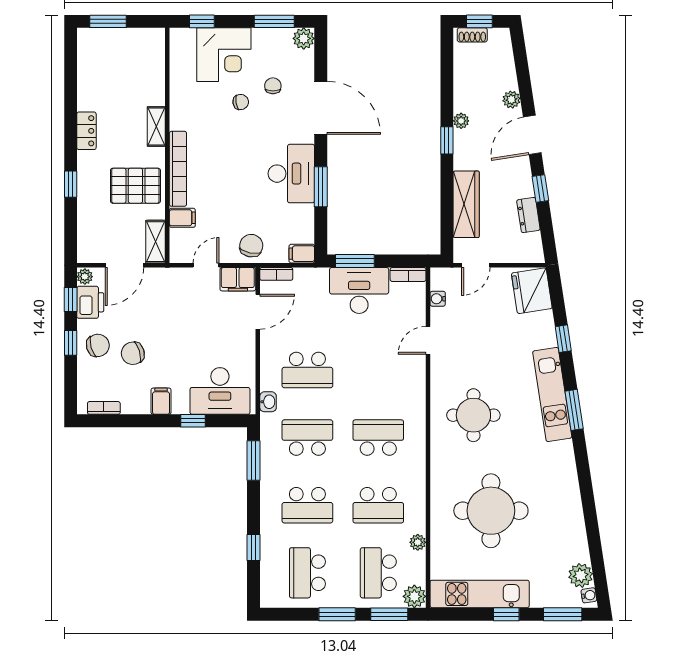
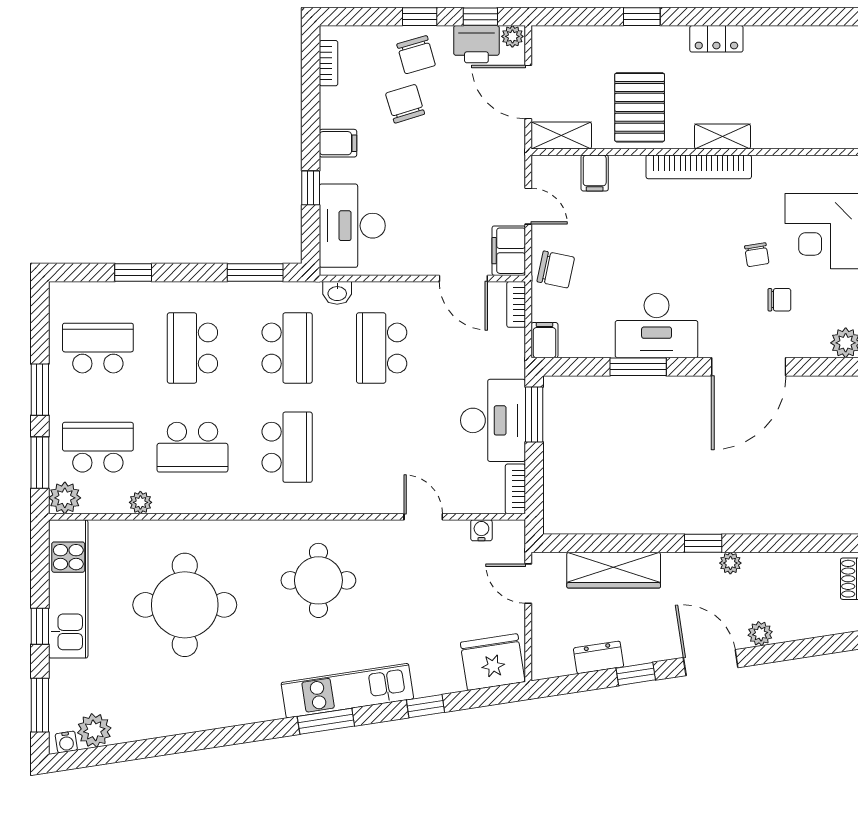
bookcase: (178, 169) -> (699, 167), moved
school desk: (378, 505) -> (192, 447), turned -90

